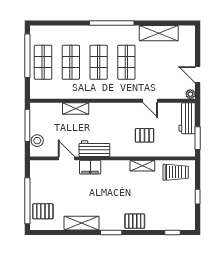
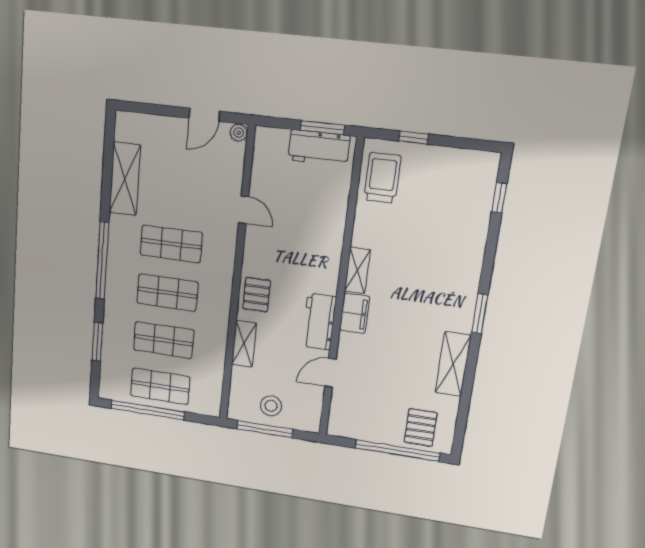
window: (64, 23) -> (97, 342), added
door: (150, 101) -> (244, 210), hinge flipped
workbench: (187, 118) -> (319, 148), moved
pallet: (144, 135) -> (257, 295), moved
stool: (37, 141) -> (271, 406), moved
shelving: (142, 166) -> (357, 270), moved
filing cabinet: (90, 167) -> (354, 313), moved
window: (198, 197) -> (414, 138), moved
pallet: (135, 221) -> (465, 267), removed

